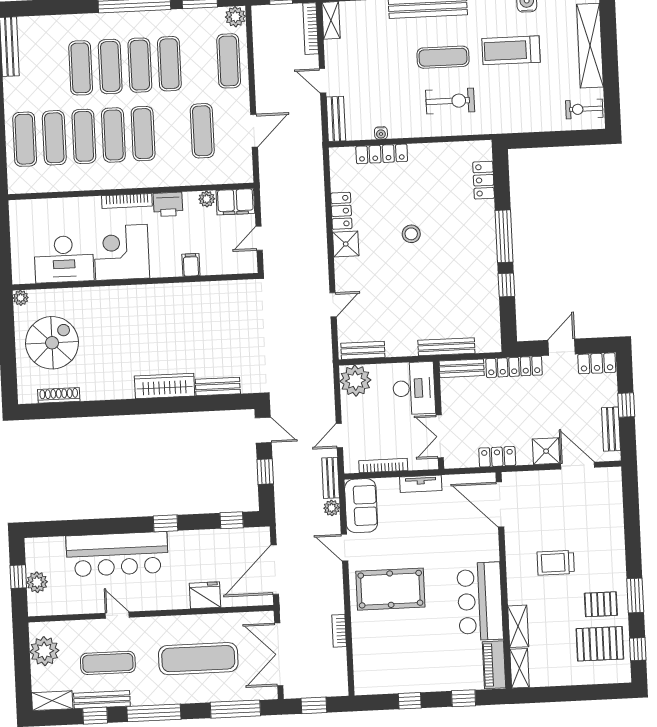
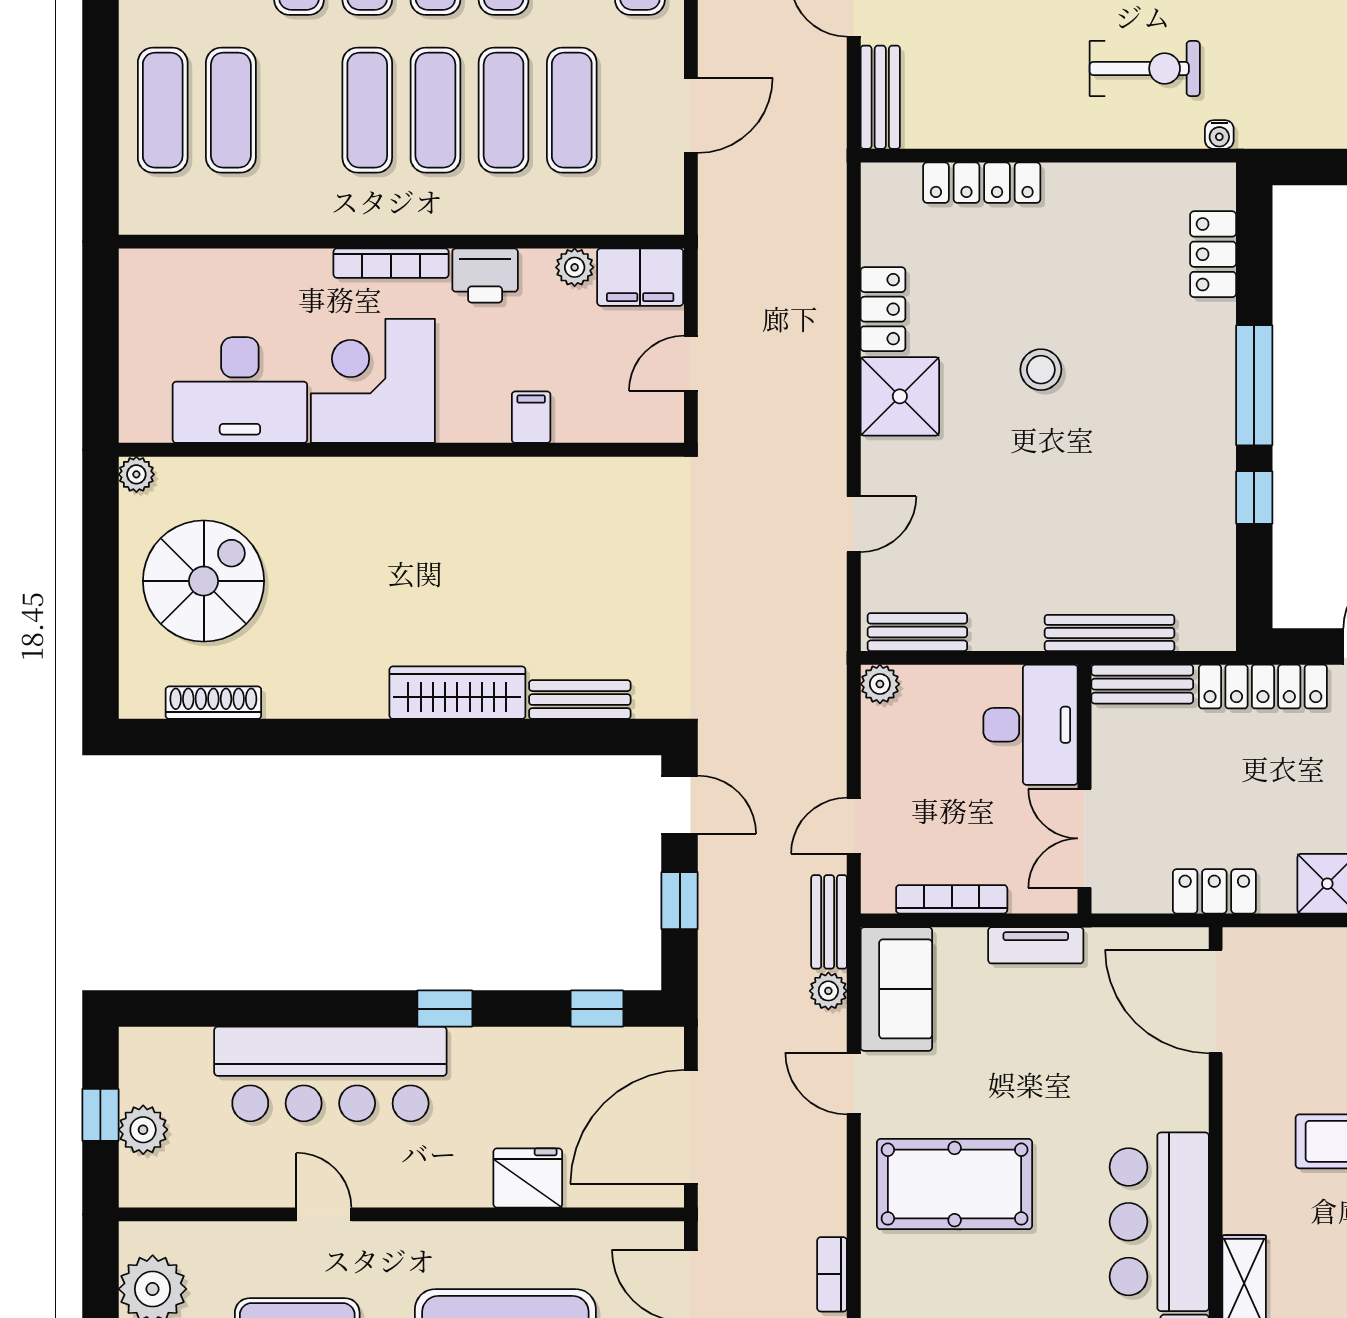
water cooler: (381, 133) -> (1219, 135), moved
exercise mat: (84, 136) -> (504, 110), moved
shower: (346, 244) -> (900, 396), width x1.36, depth x1.36
plant: (355, 381) -> (880, 684), width x0.53, depth x0.53

